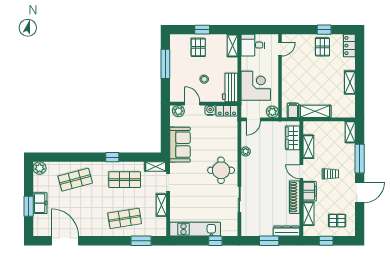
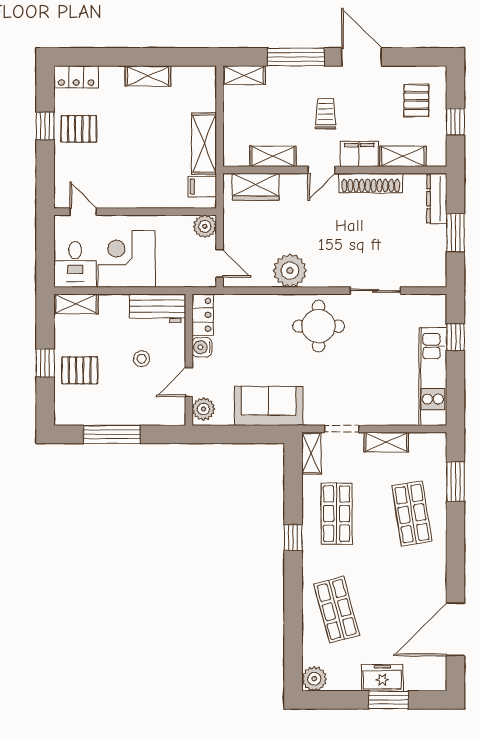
corner desk: (256, 86) -> (127, 259), moved
plant: (246, 152) -> (290, 271), width x1.87, depth x1.87

